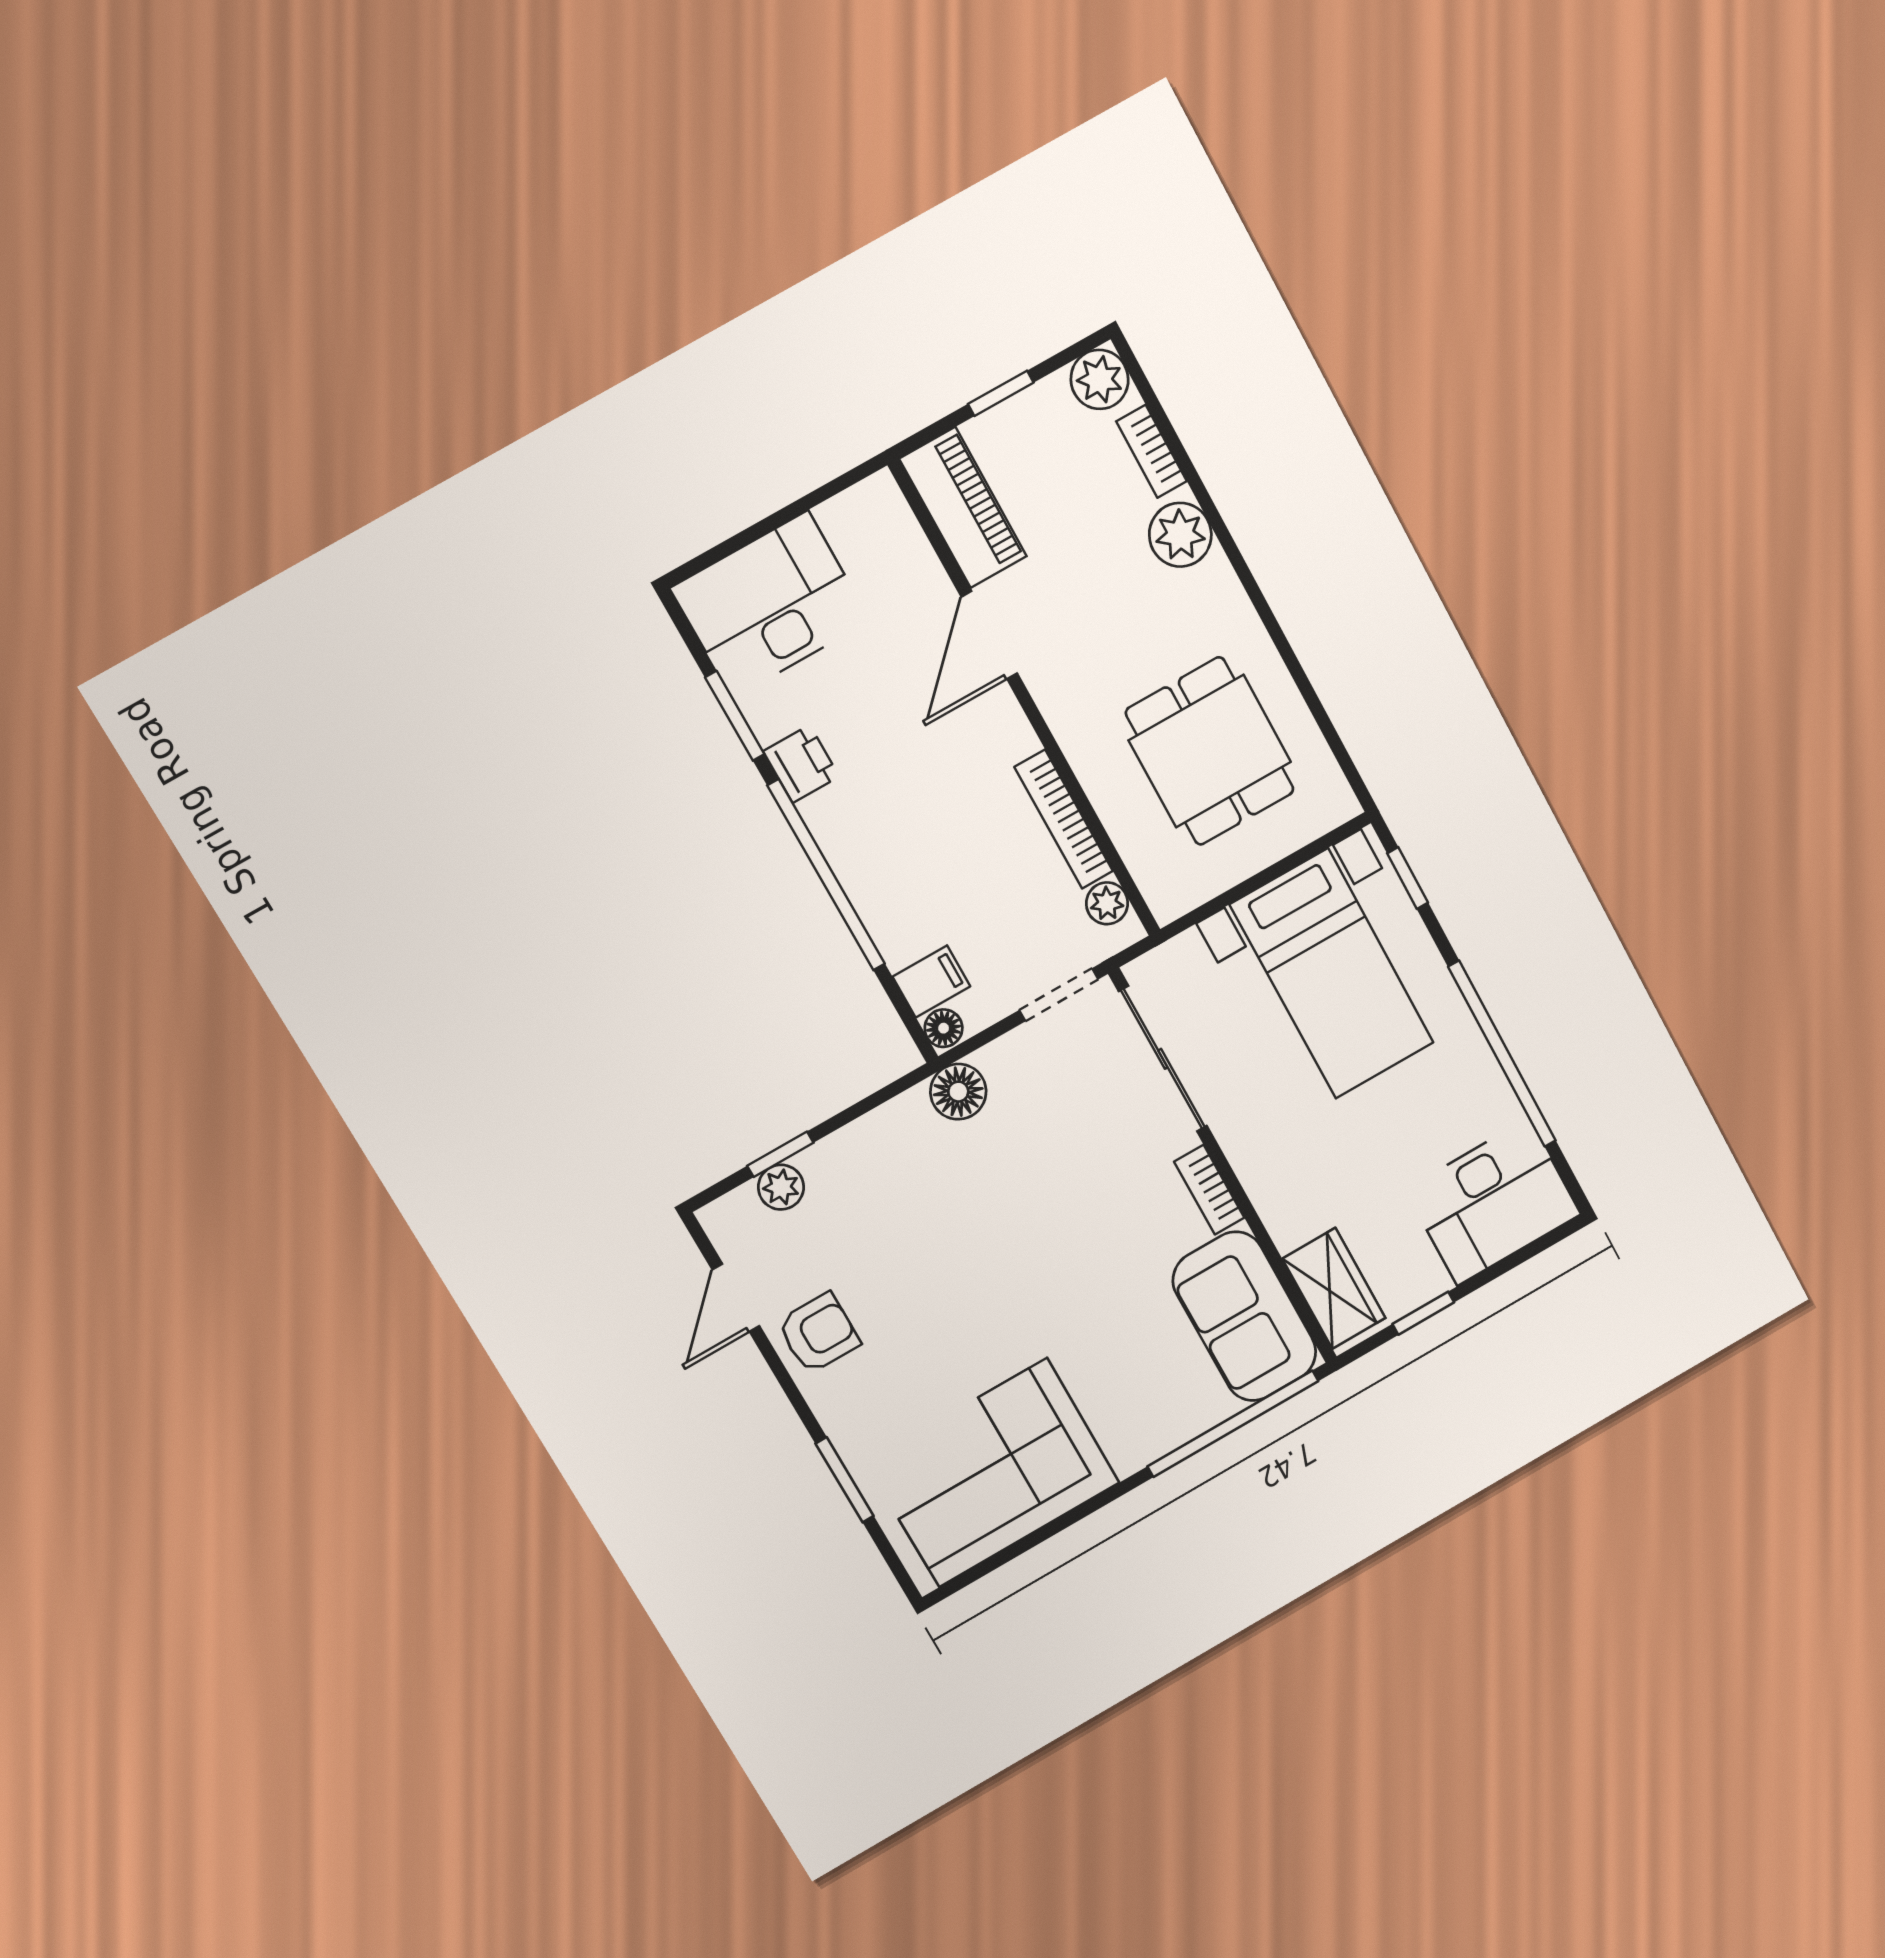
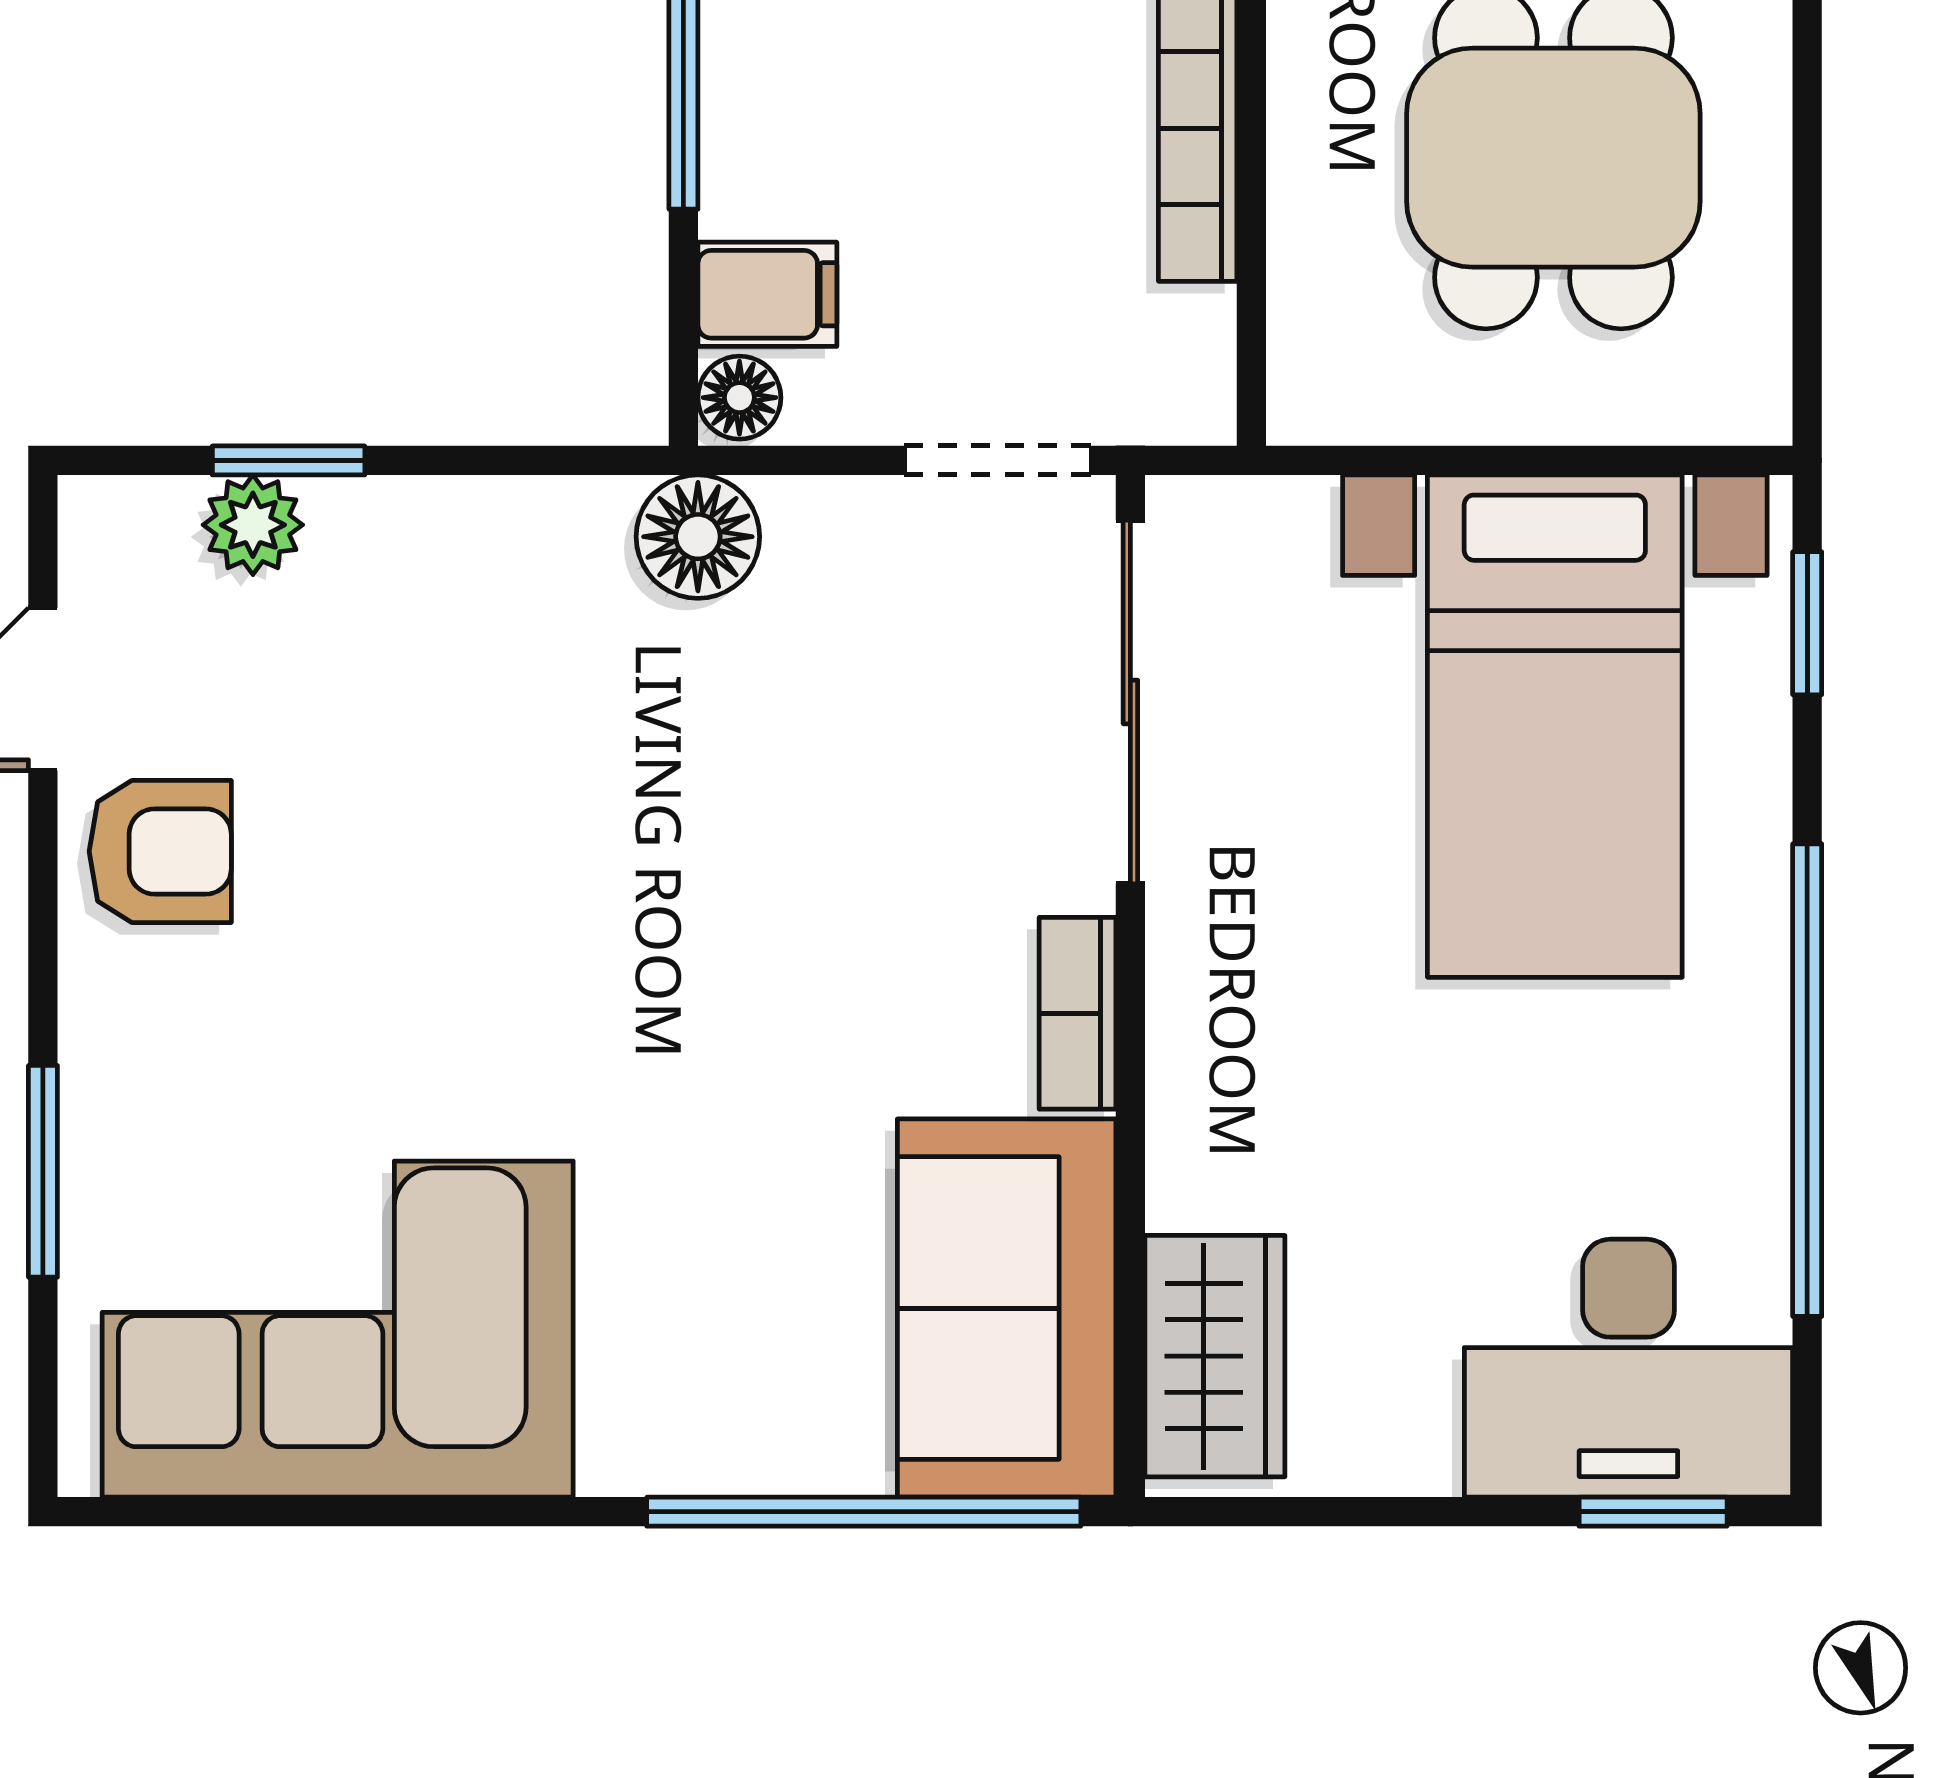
plant: (1107, 903) -> (1191, 337), removed
window: (1423, 1313) -> (1653, 1512), moved

